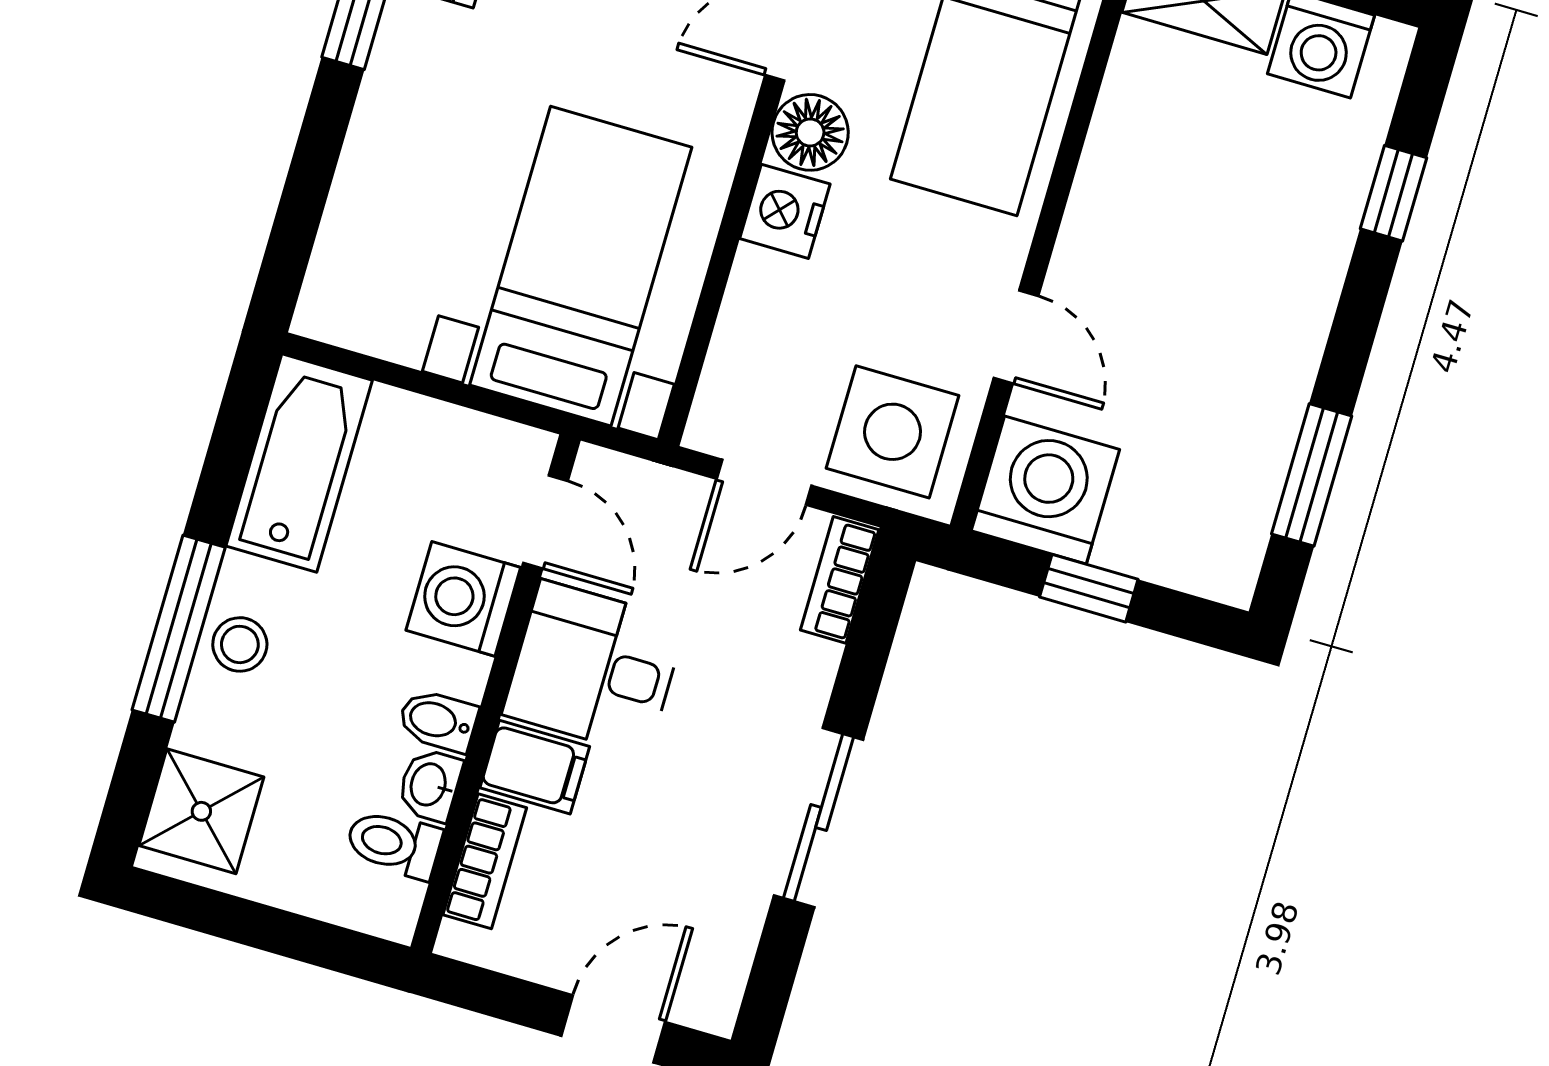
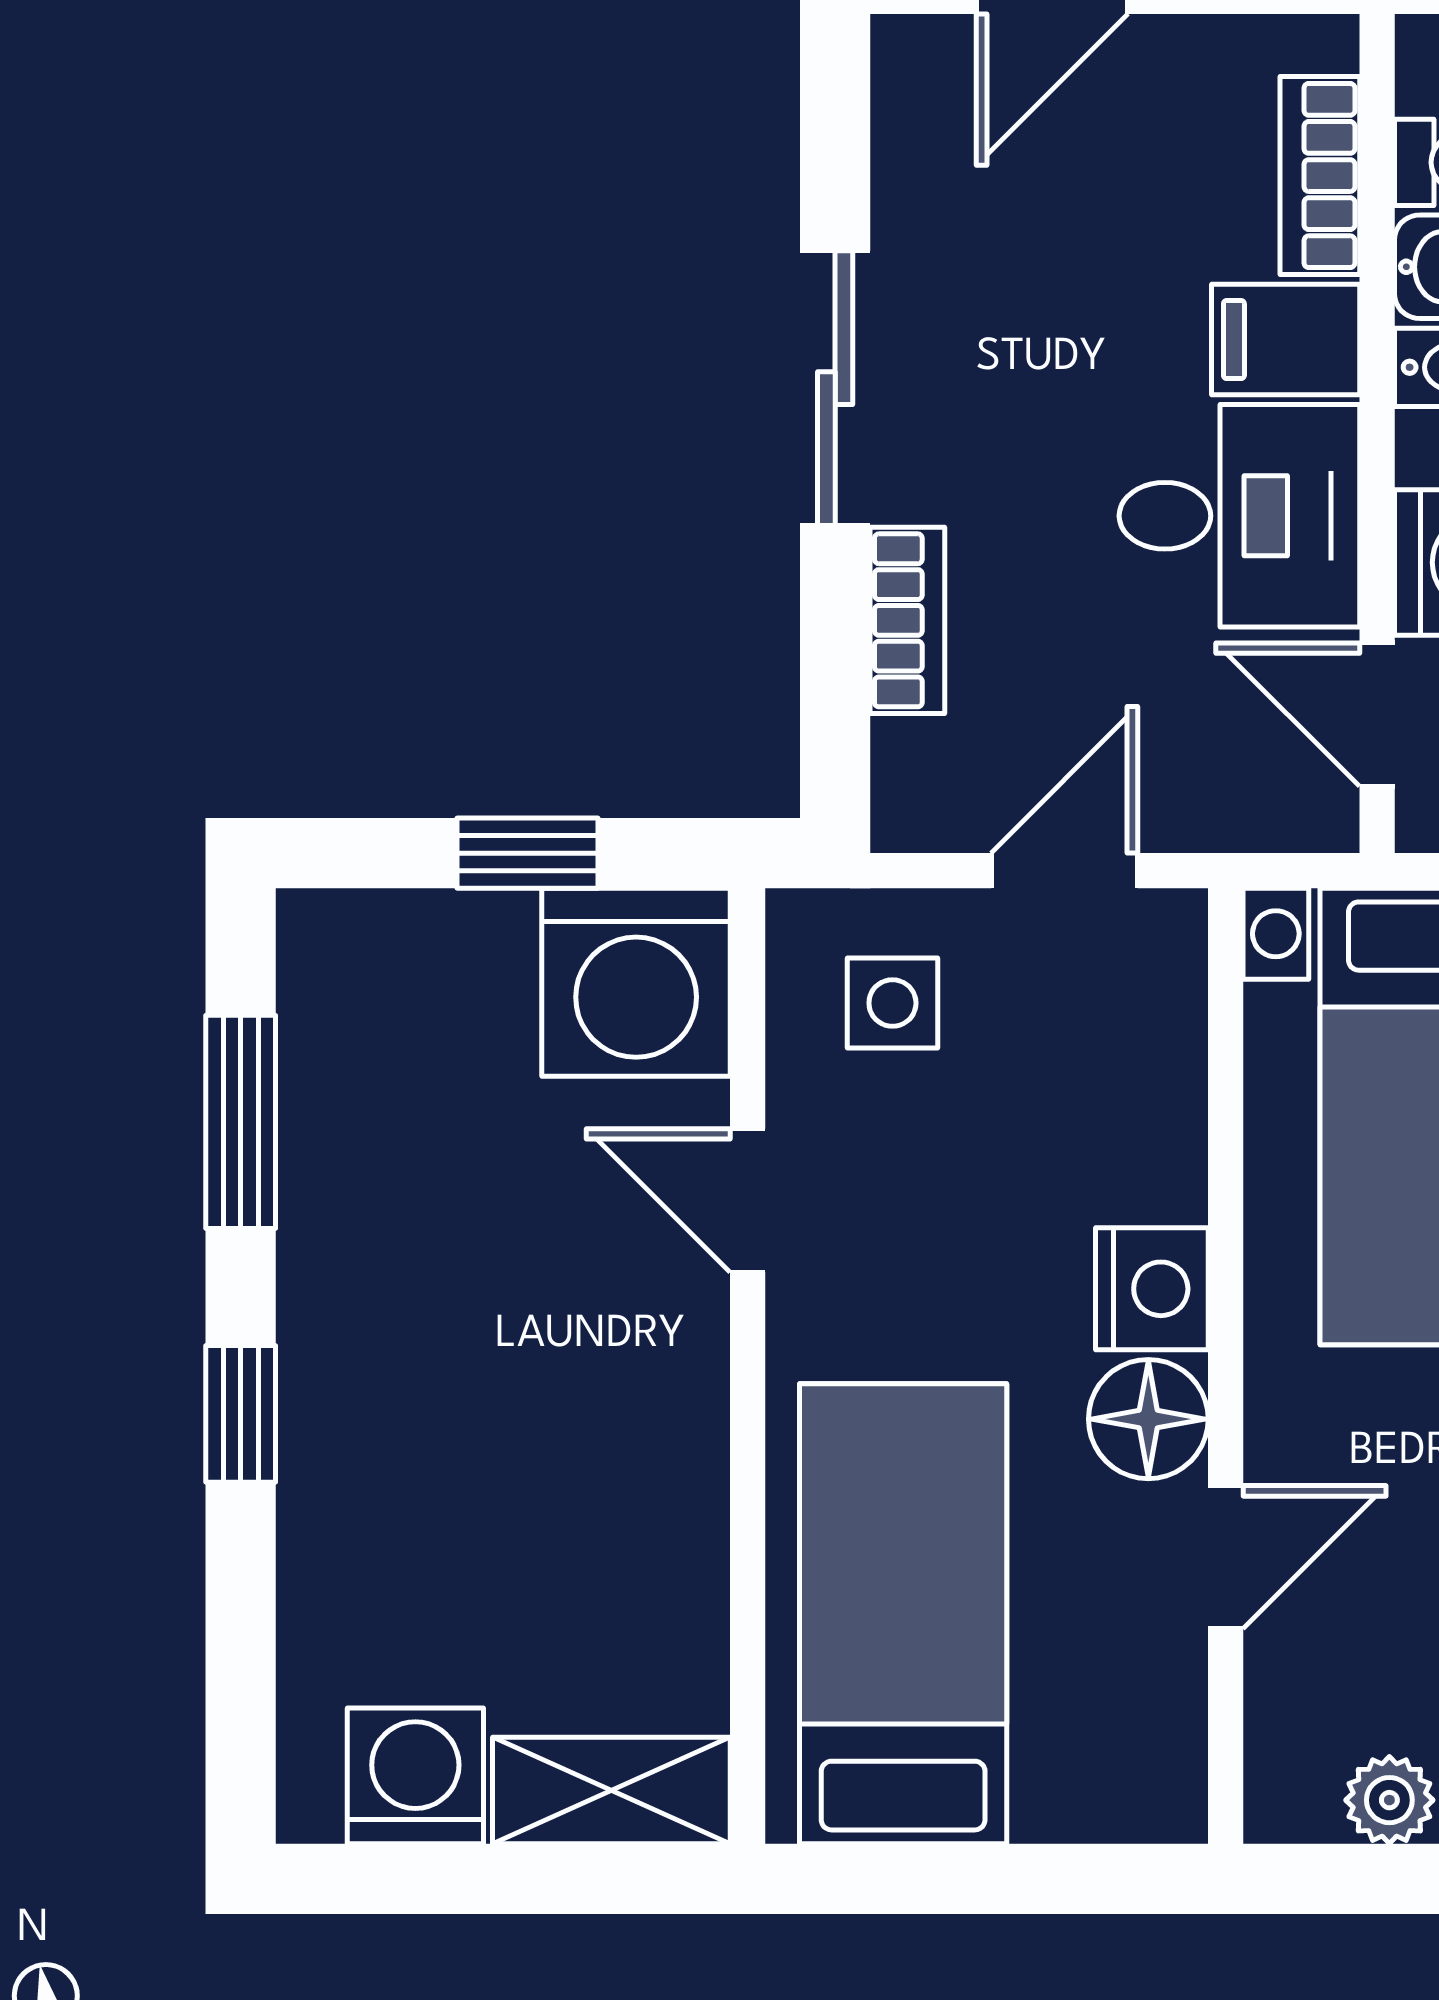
window: (1394, 193) -> (241, 1414), moved
side table: (893, 432) -> (892, 1003), width x0.54, depth x0.54
bookcase: (840, 580) -> (907, 620), moved

